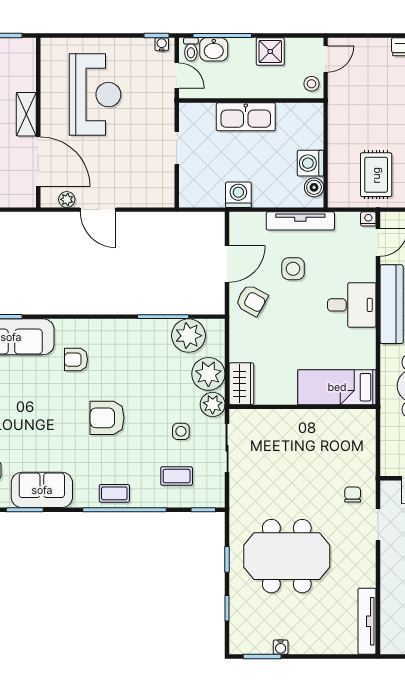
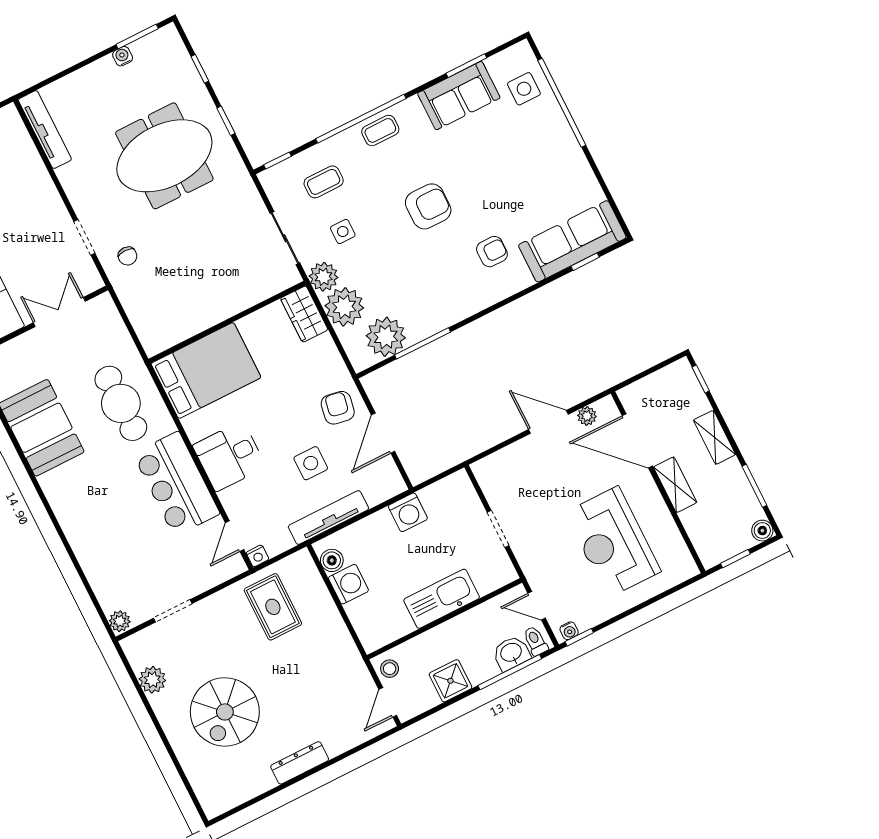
armchair: (252, 300) -> (338, 408), turned 71
bed: (337, 387) -> (206, 371), width x1.50

